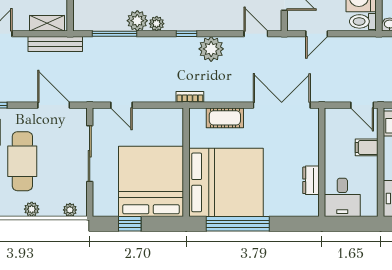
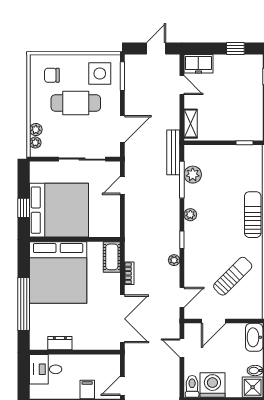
plant: (137, 21) -> (193, 175), moved
bench: (55, 44) -> (173, 152), moved
plant: (211, 49) -> (174, 260), width x0.53, depth x0.53
bookcase: (190, 97) -> (129, 273), moved
cot: (225, 118) -> (112, 257), moved
plant: (32, 209) -> (36, 130), moved
window: (130, 224) -> (24, 208), moved
window: (238, 224) -> (24, 304), moved

